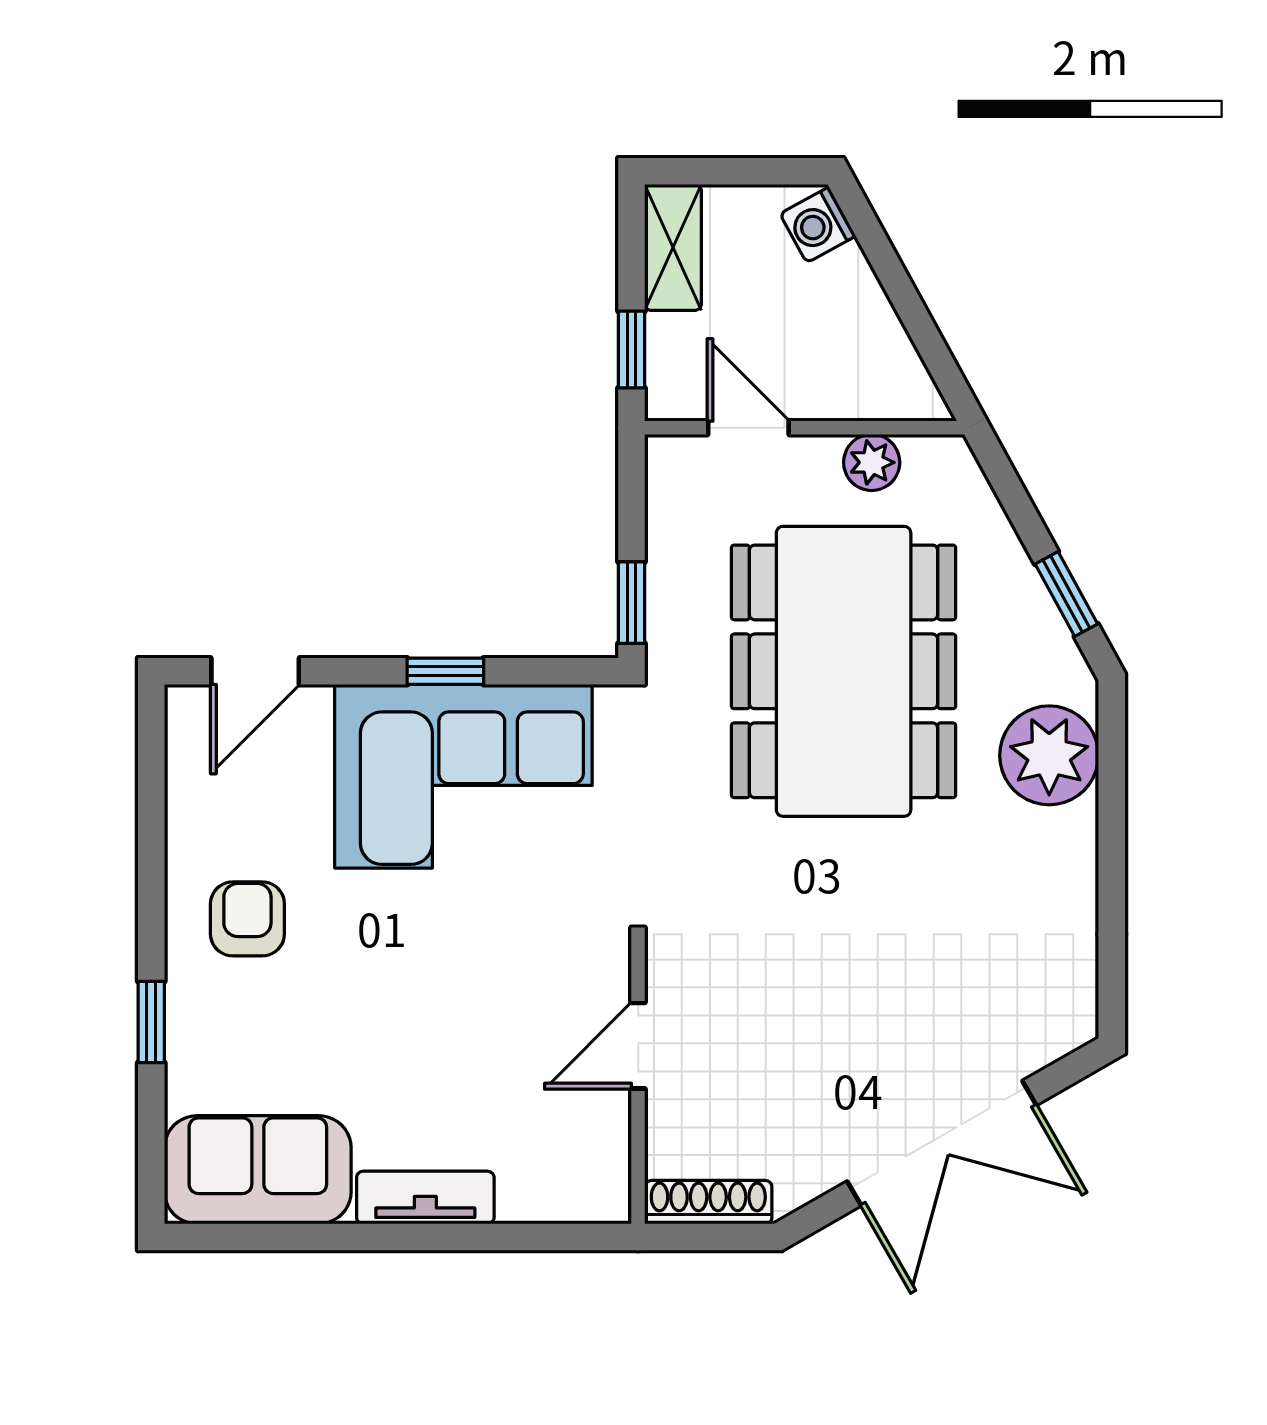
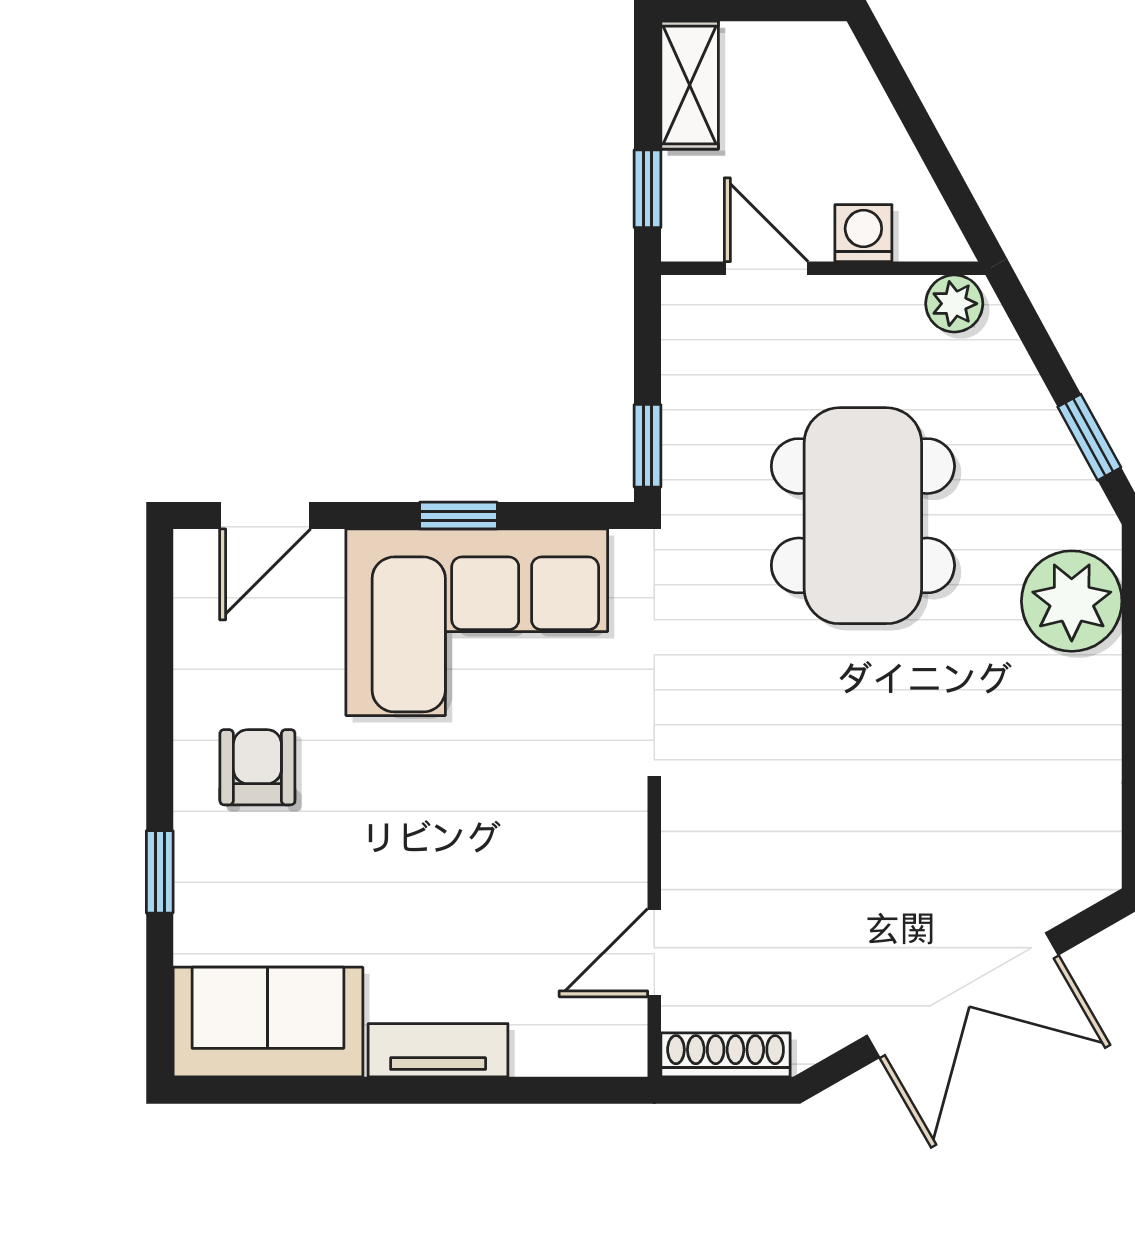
washing machine: (818, 225) -> (863, 233), moved, turned 119
plant: (872, 462) -> (954, 304), moved
dining table: (844, 671) -> (863, 516), width x0.73, depth x0.80
door: (638, 1046) -> (654, 953), moved

